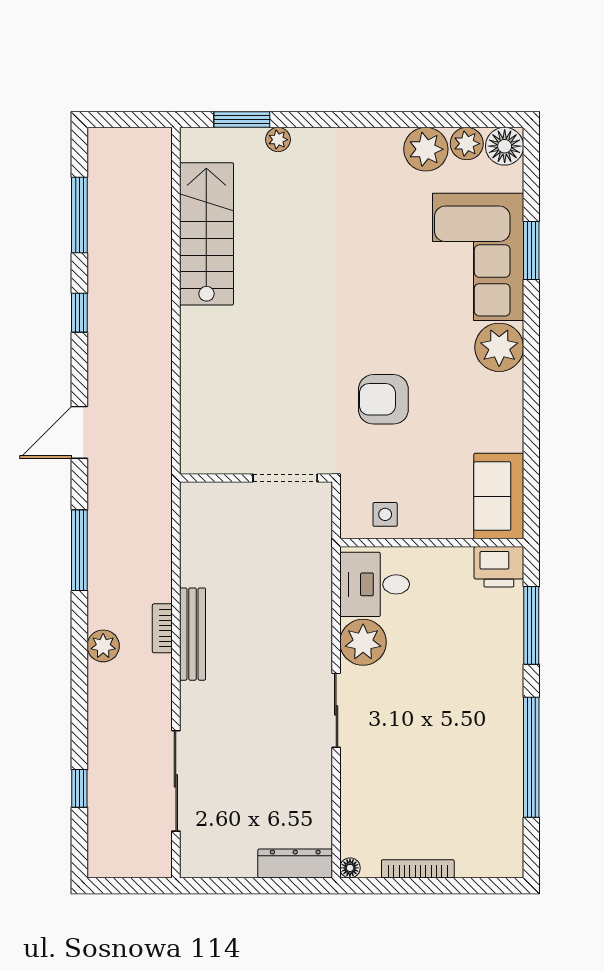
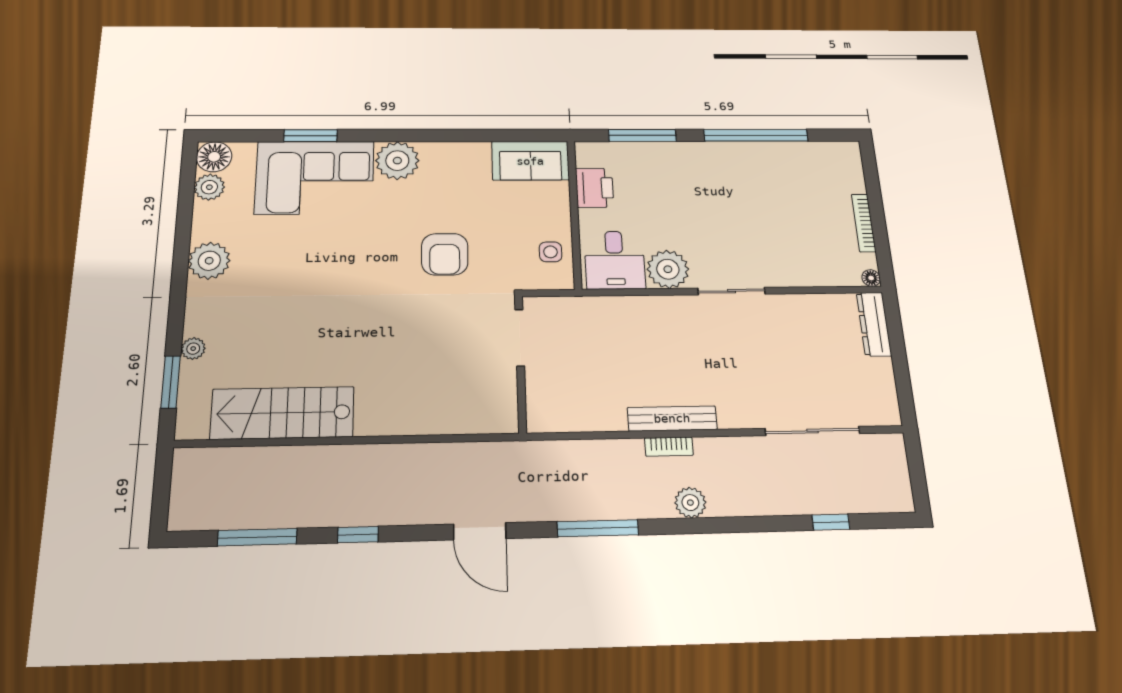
plant: (426, 149) -> (209, 261), moved
printer: (499, 567) -> (595, 188), moved

